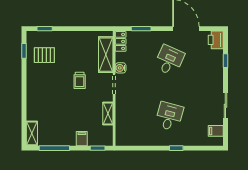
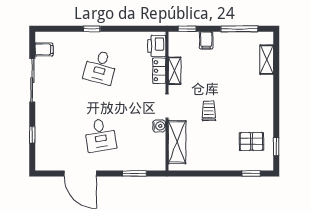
printer: (216, 40) -> (157, 46), moved, turned 180
locker: (121, 41) -> (159, 71), moved
desk: (169, 60) -> (100, 135), turned -33
sliding door: (225, 106) -> (32, 80), width x1.37
shelving: (32, 133) -> (267, 60), moved

